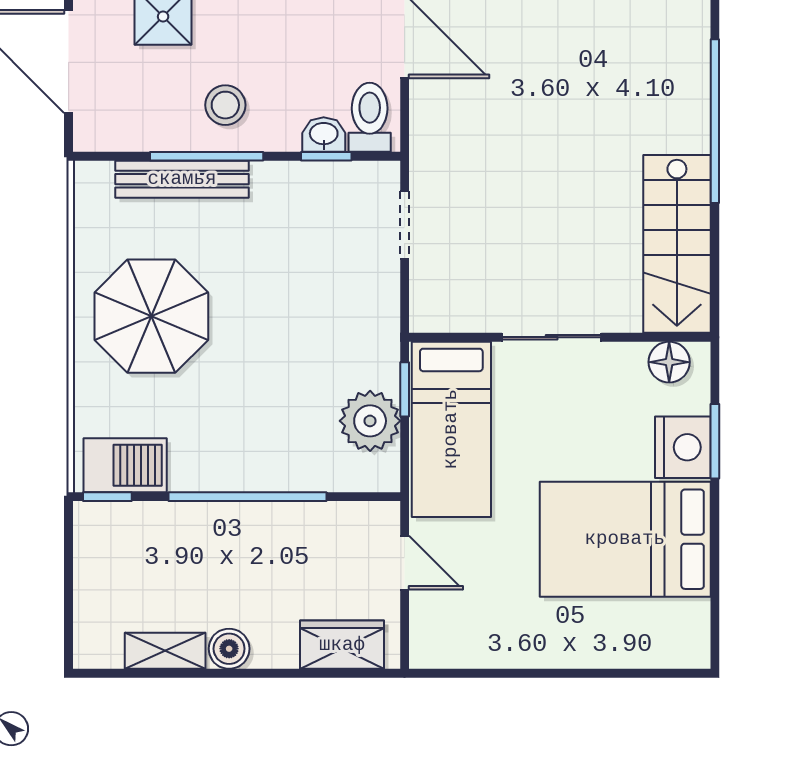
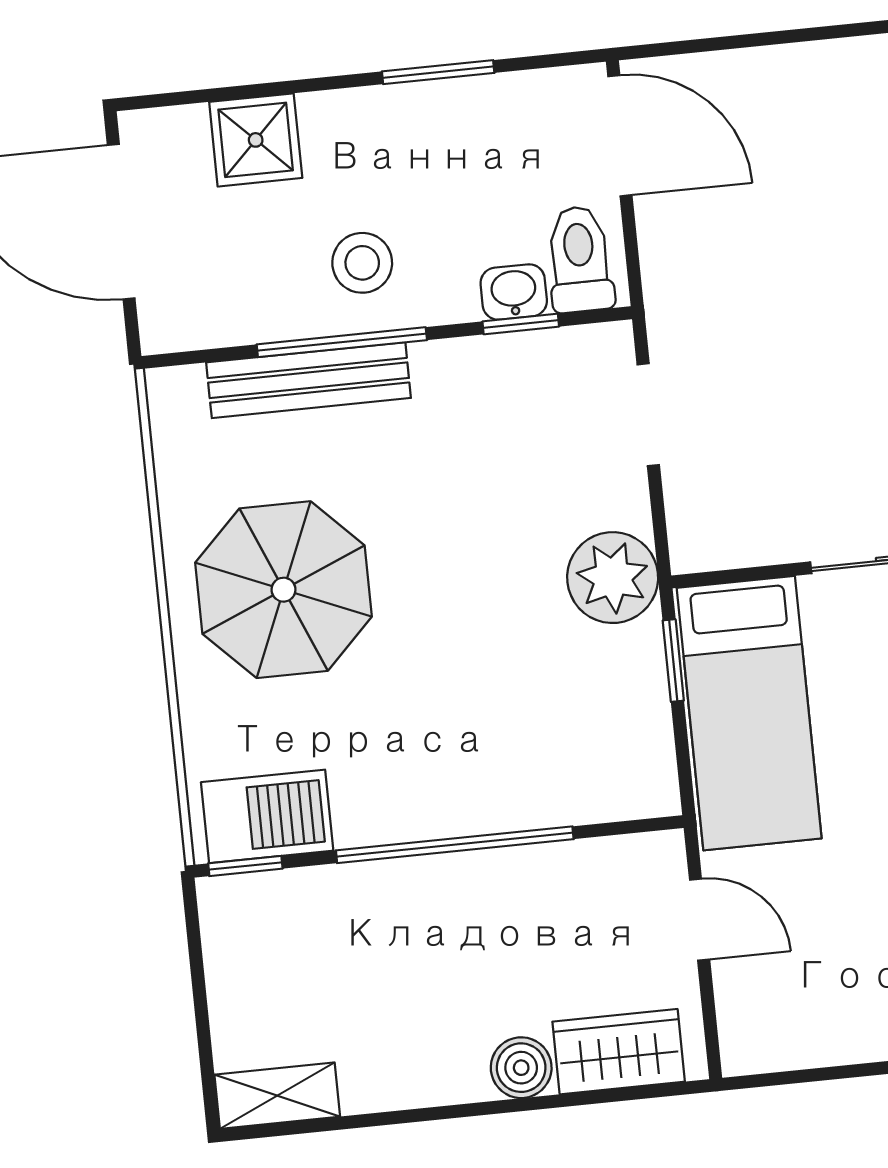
plant: (370, 421) -> (613, 578), moved
boiler: (229, 649) -> (521, 1068), moved
shelving: (165, 651) -> (277, 1096), moved

